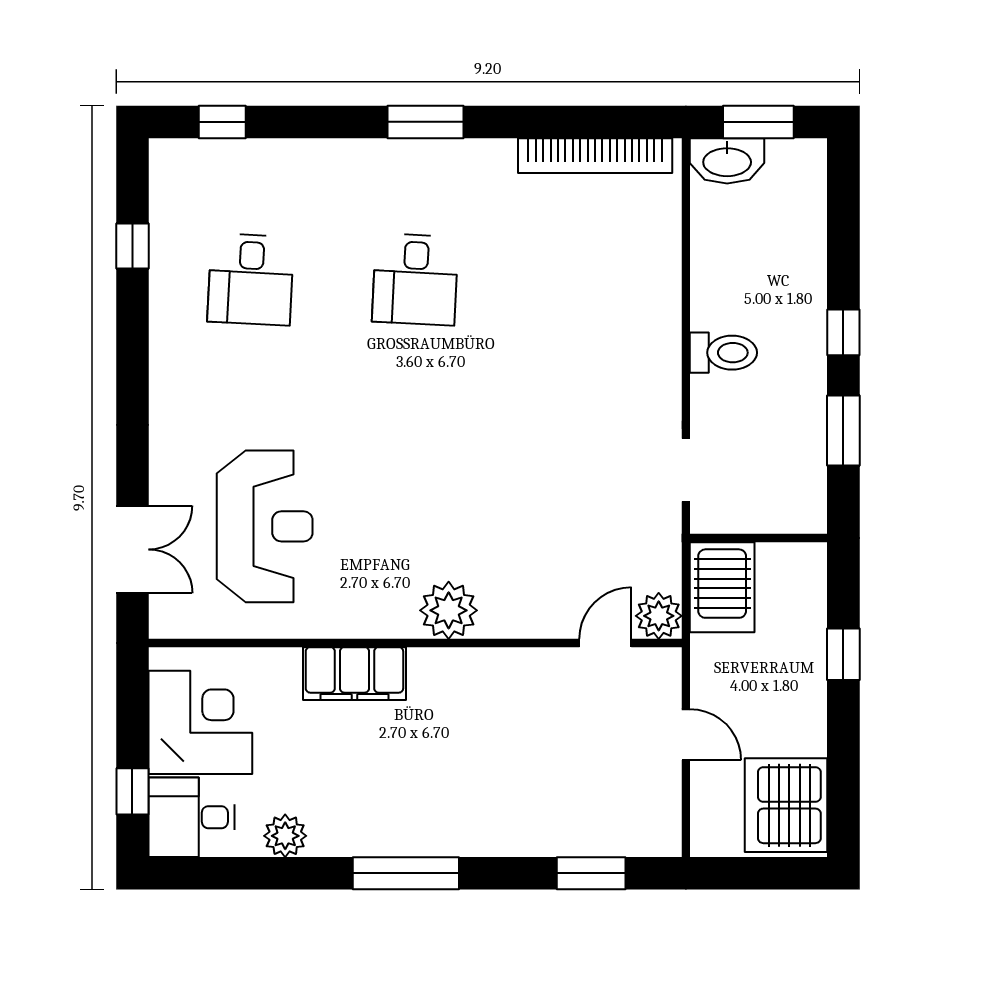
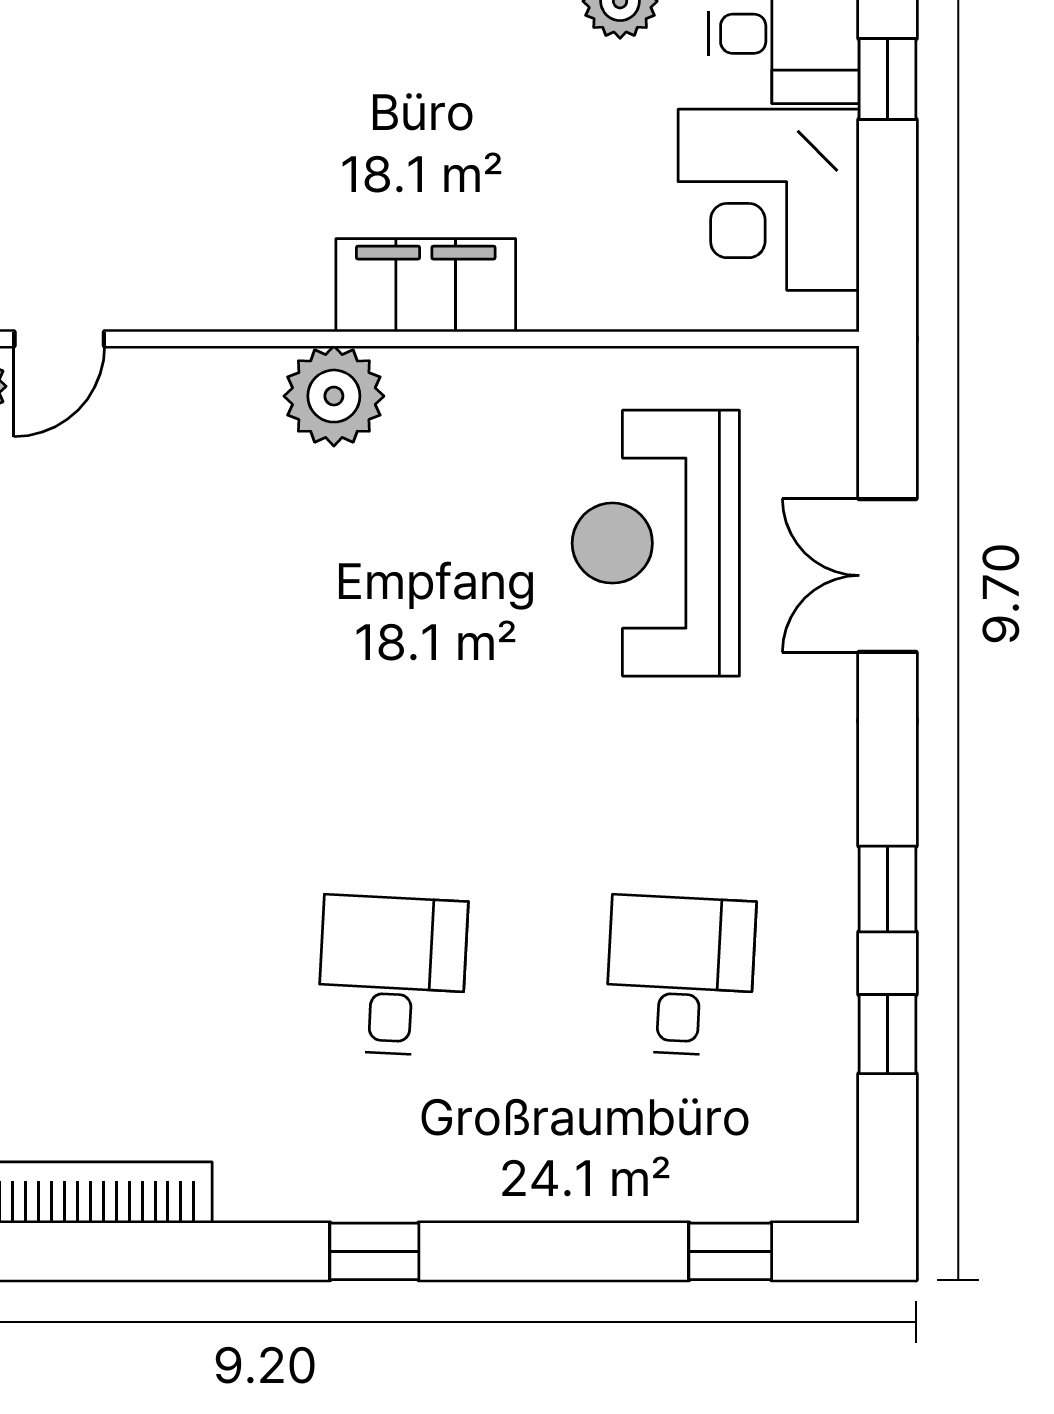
window: (425, 122) -> (374, 1251), width x0.67
window: (132, 329) -> (887, 889), added
double door: (132, 549) -> (887, 575), moved
filing cabinet: (354, 674) -> (426, 285), moved

